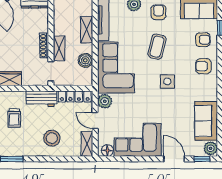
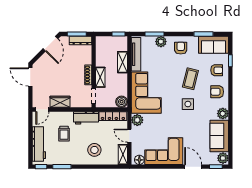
coffee table: (157, 47) -> (190, 79), moved
boiler: (85, 60) -> (122, 102), moved
plant: (210, 93) -> (223, 114), added

